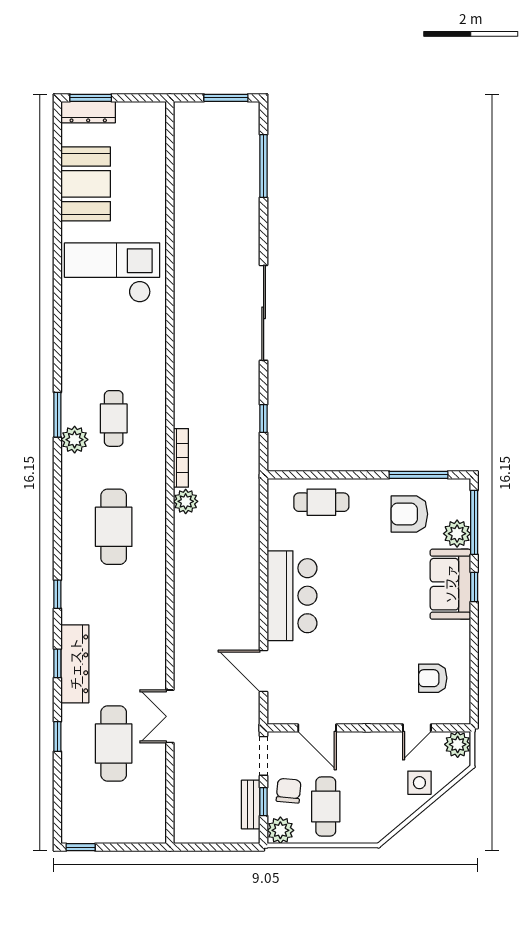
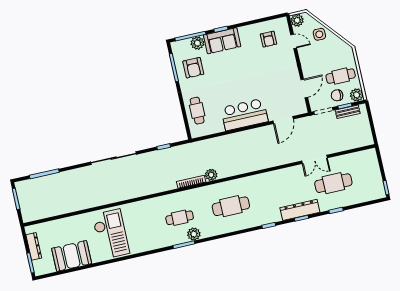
dresser: (88, 112) -> (34, 246), moved
checkout: (112, 273) -> (111, 234), turned 180

